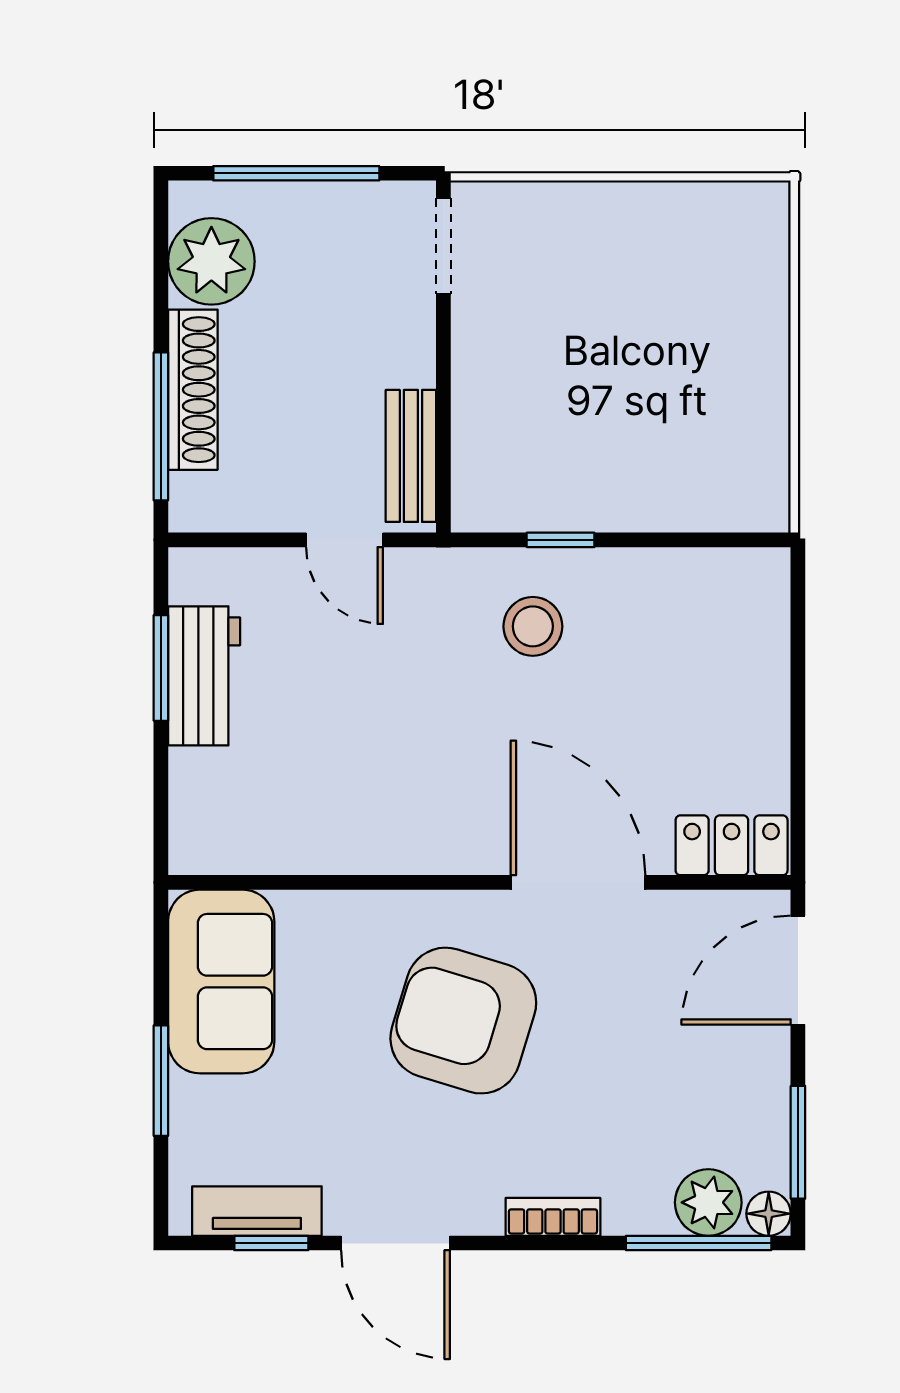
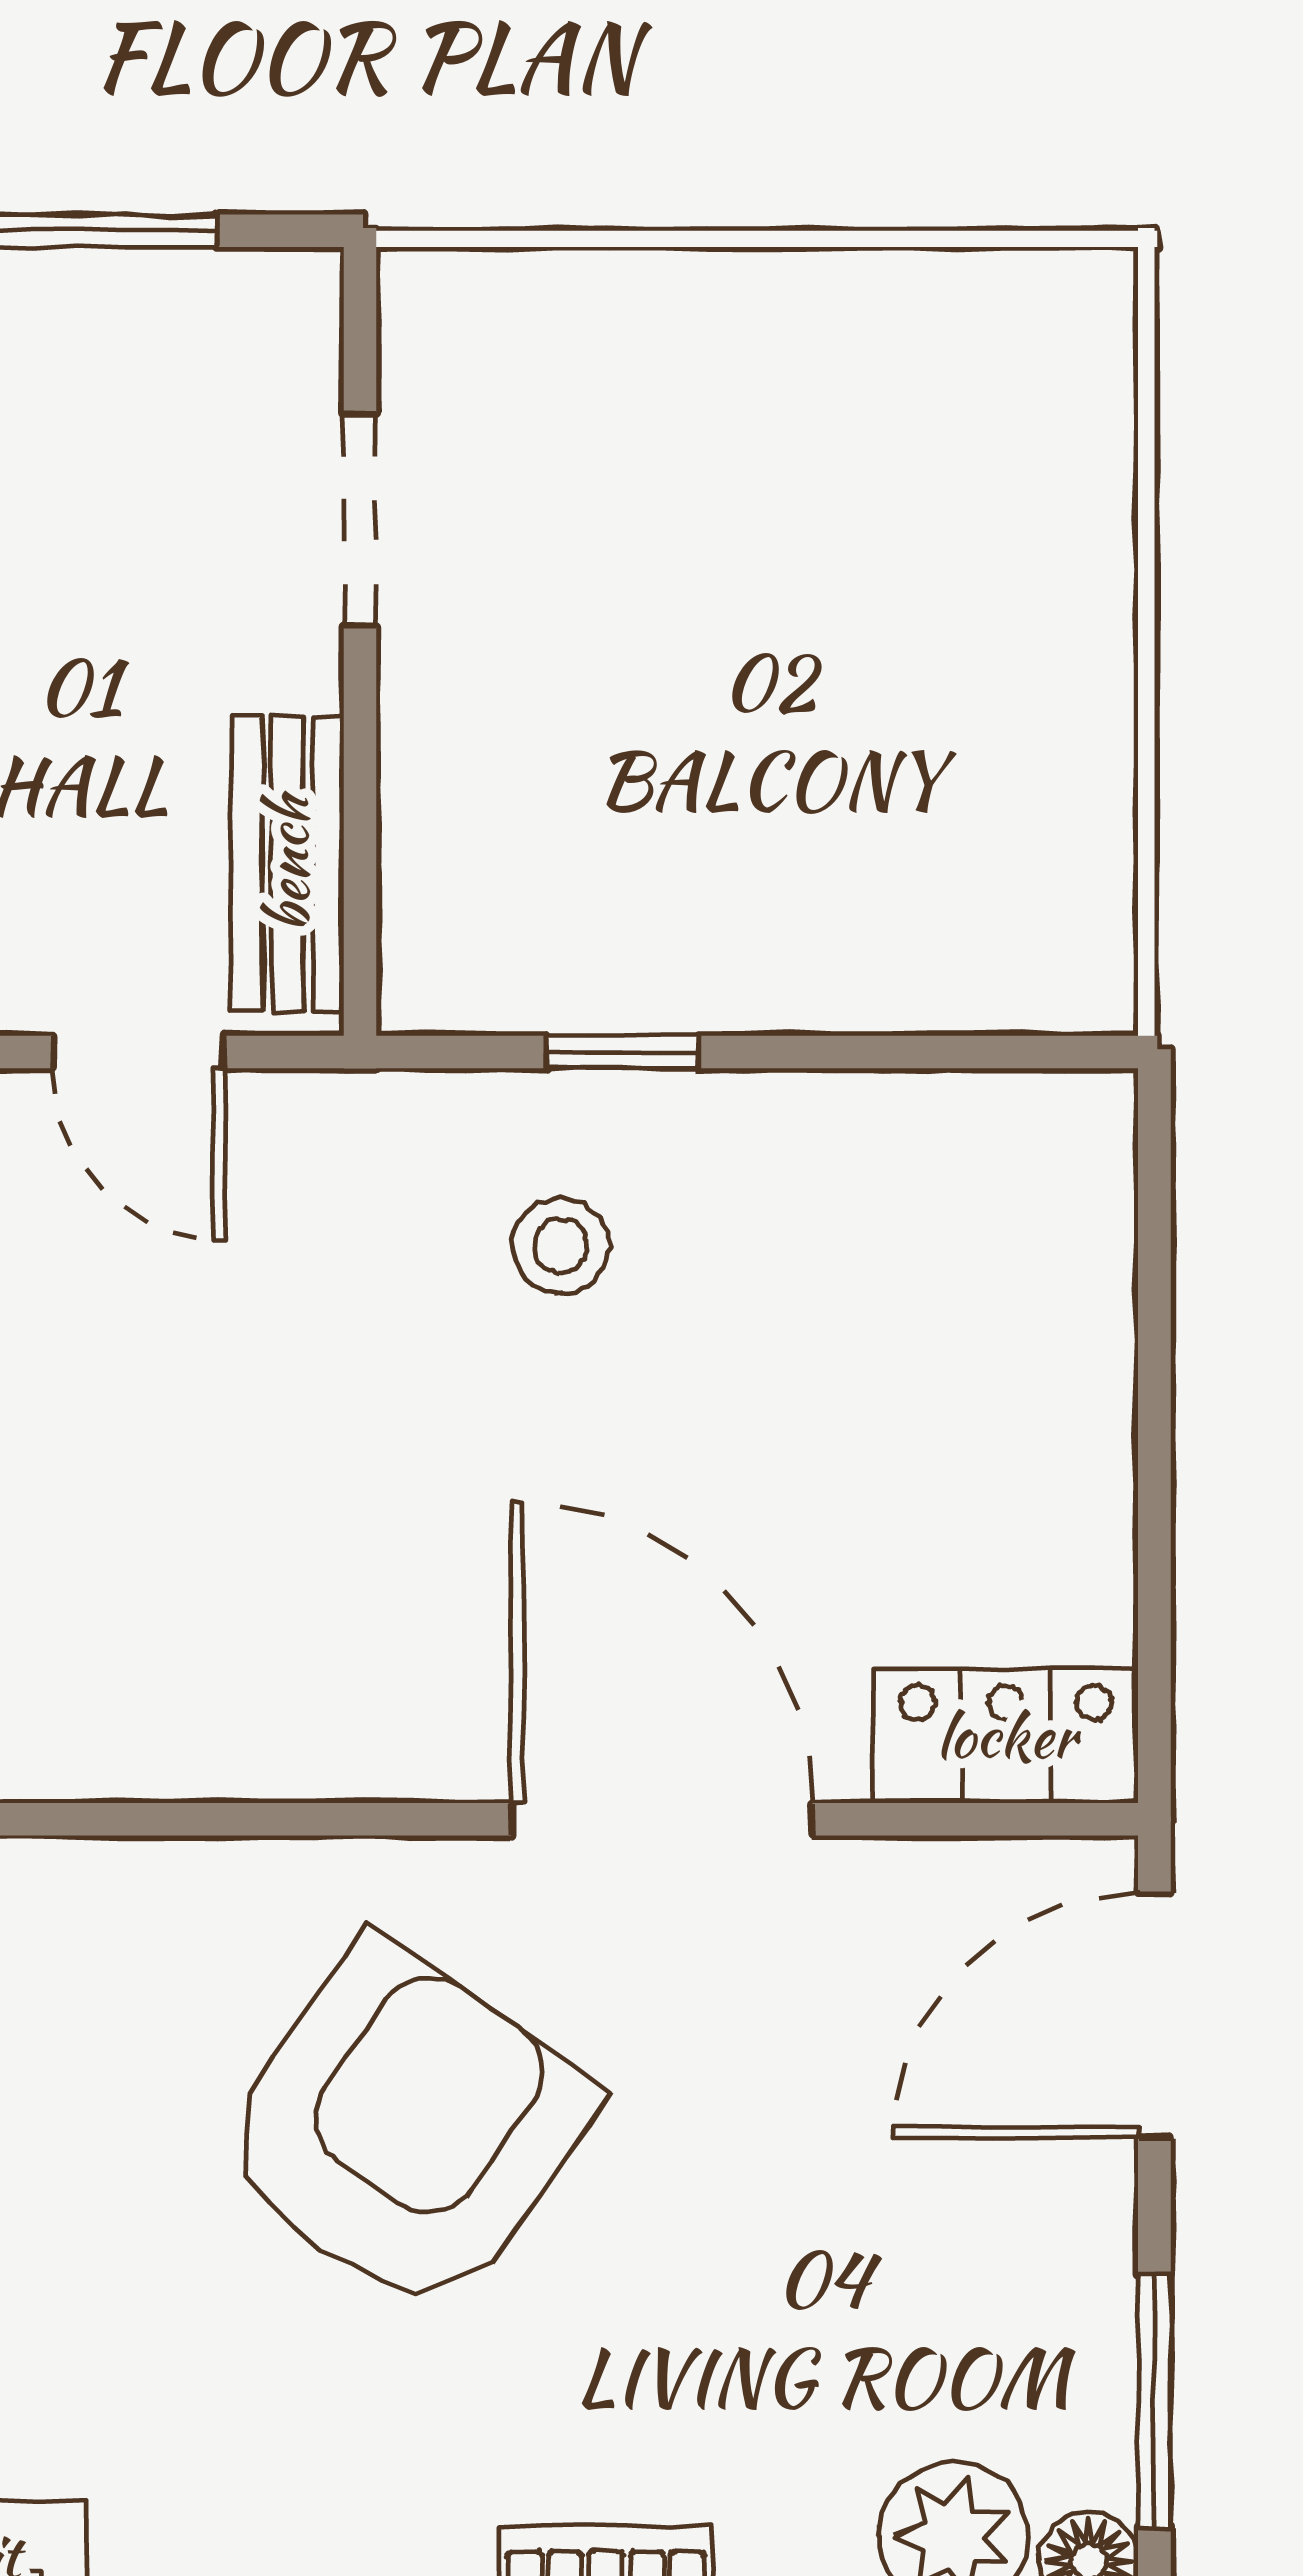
doorway: (443, 246) -> (360, 520), moved
stool: (533, 626) -> (561, 1246), width x0.73, depth x0.73
armchair: (463, 1021) -> (405, 2129), turned 108

